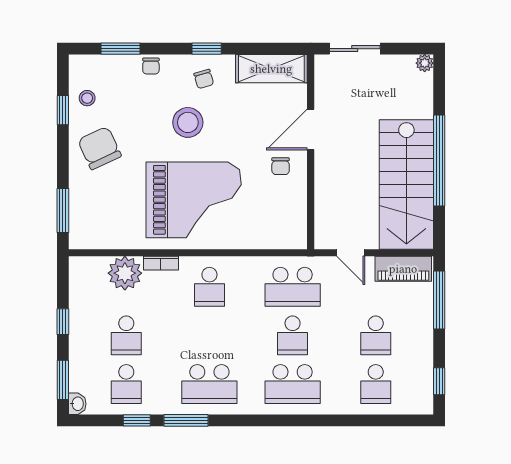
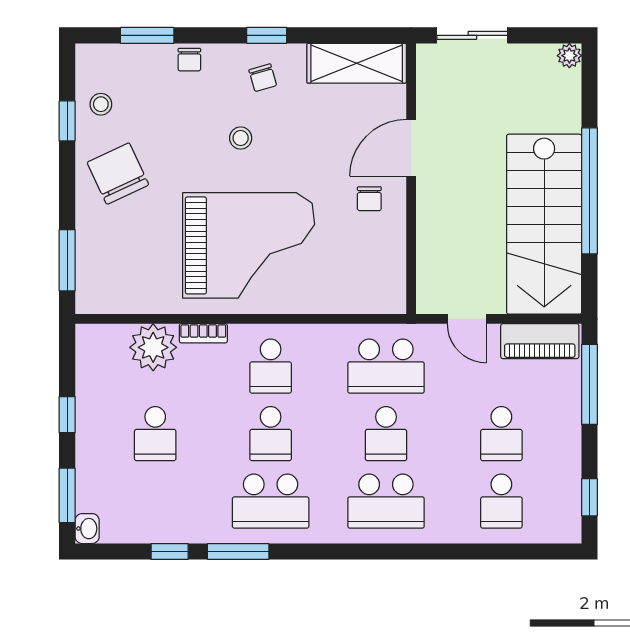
stool: (188, 122) -> (241, 138), width x0.53, depth x0.53
school desk: (126, 384) -> (271, 434), moved

